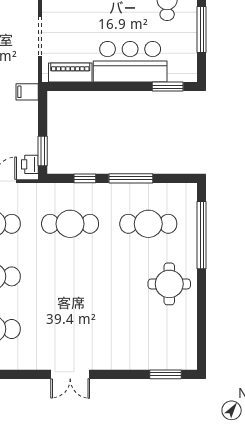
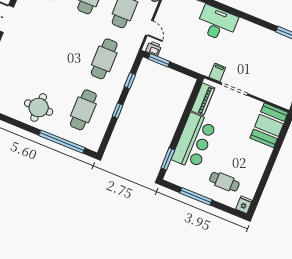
filing cabinet: (27, 92) -> (217, 72), moved
window: (131, 178) -> (118, 111), width x0.46

